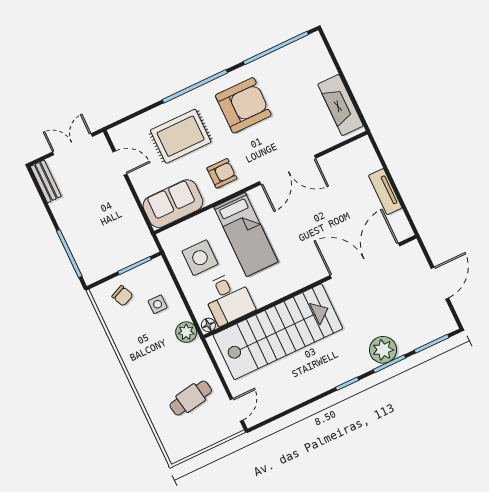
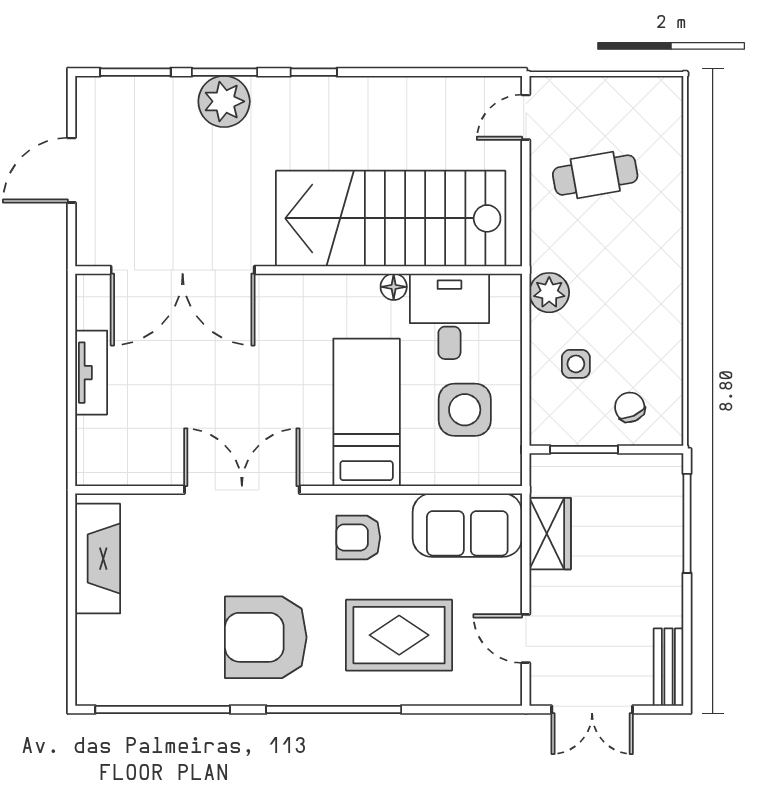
wardrobe: (132, 218) -> (550, 534), added
floor lamp: (208, 325) -> (394, 287), moved

